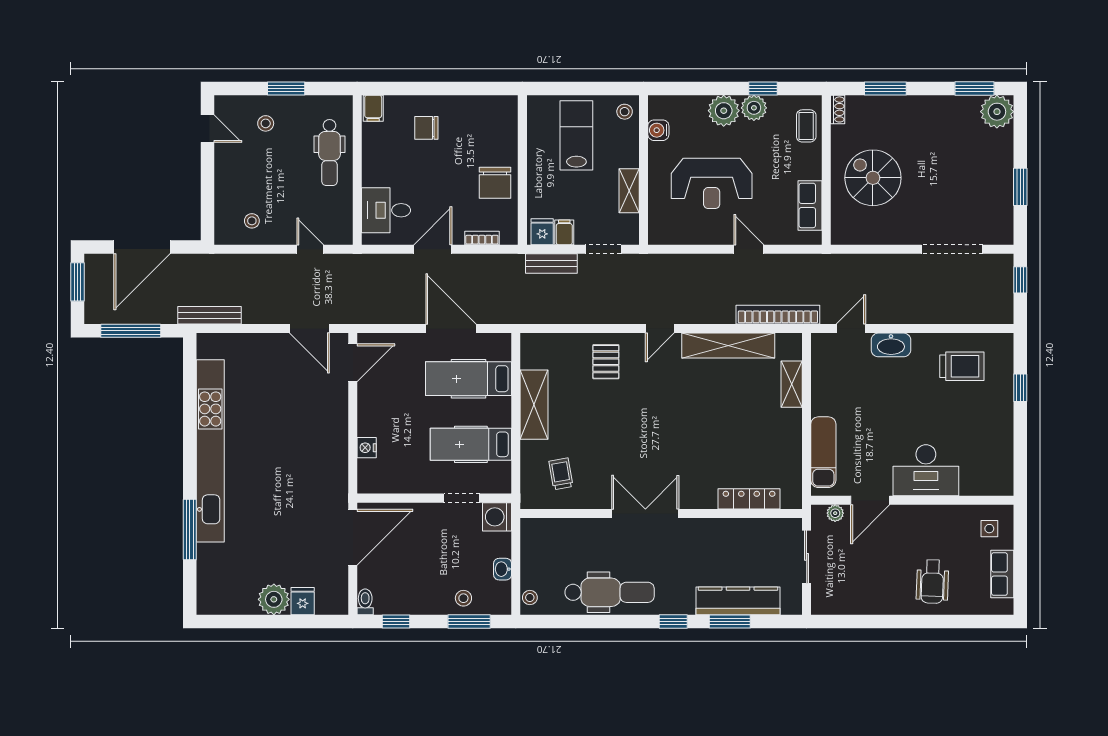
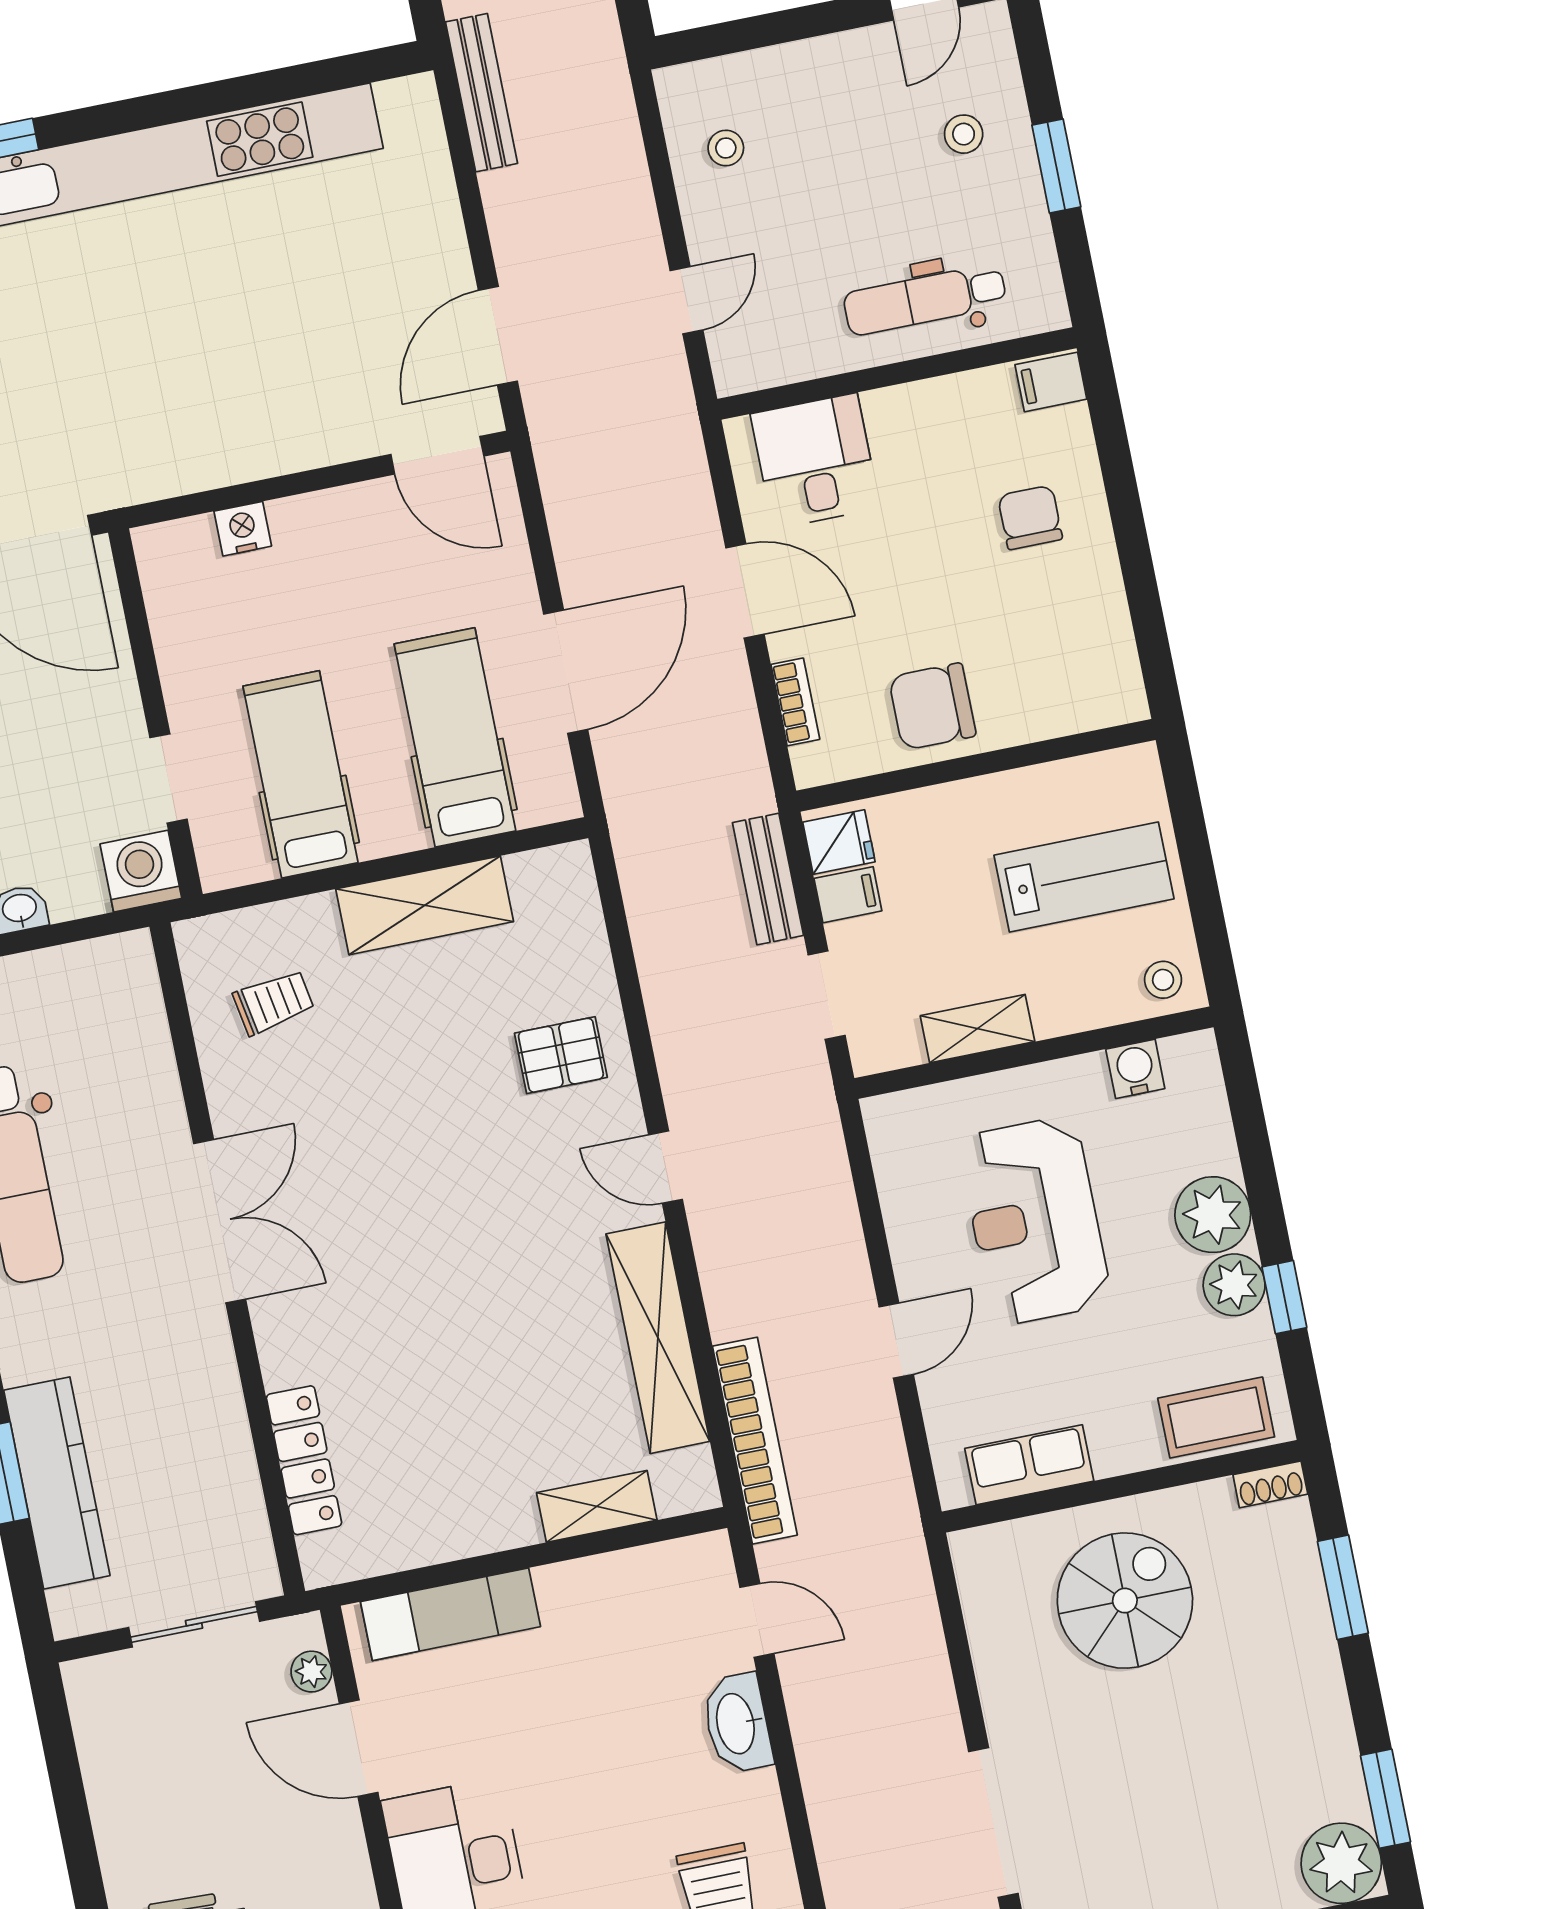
coffee table: (806, 126) -> (1216, 1417), width x1.36, depth x1.30

